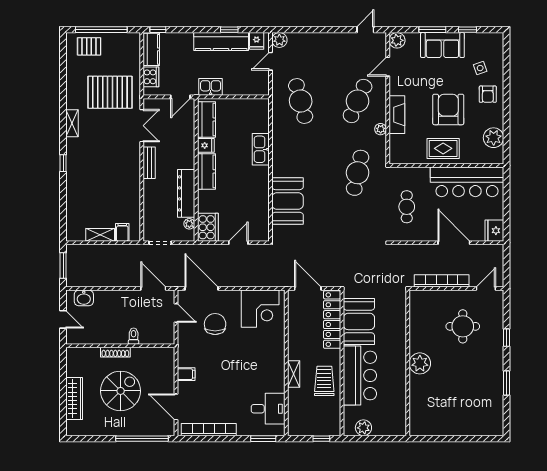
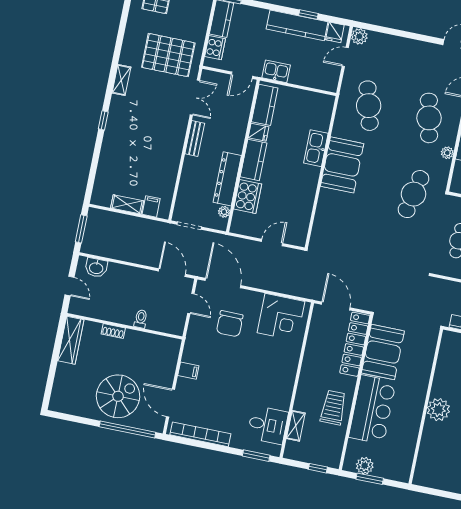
cafe table: (358, 101) -> (429, 118), turned -36
booth: (288, 201) -> (342, 165), moved
cooker: (208, 227) -> (248, 197), moved
chair: (215, 324) -> (230, 324), turned 180
shoe rack: (115, 352) -> (113, 331), width x0.70
shelving: (294, 374) -> (296, 426), moved
spiral stairs: (121, 391) -> (118, 396), moved
wardrobe: (74, 398) -> (71, 340), moved
window: (370, 439) -> (370, 479), added

